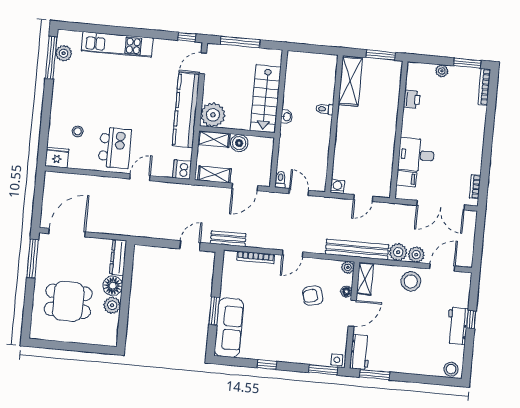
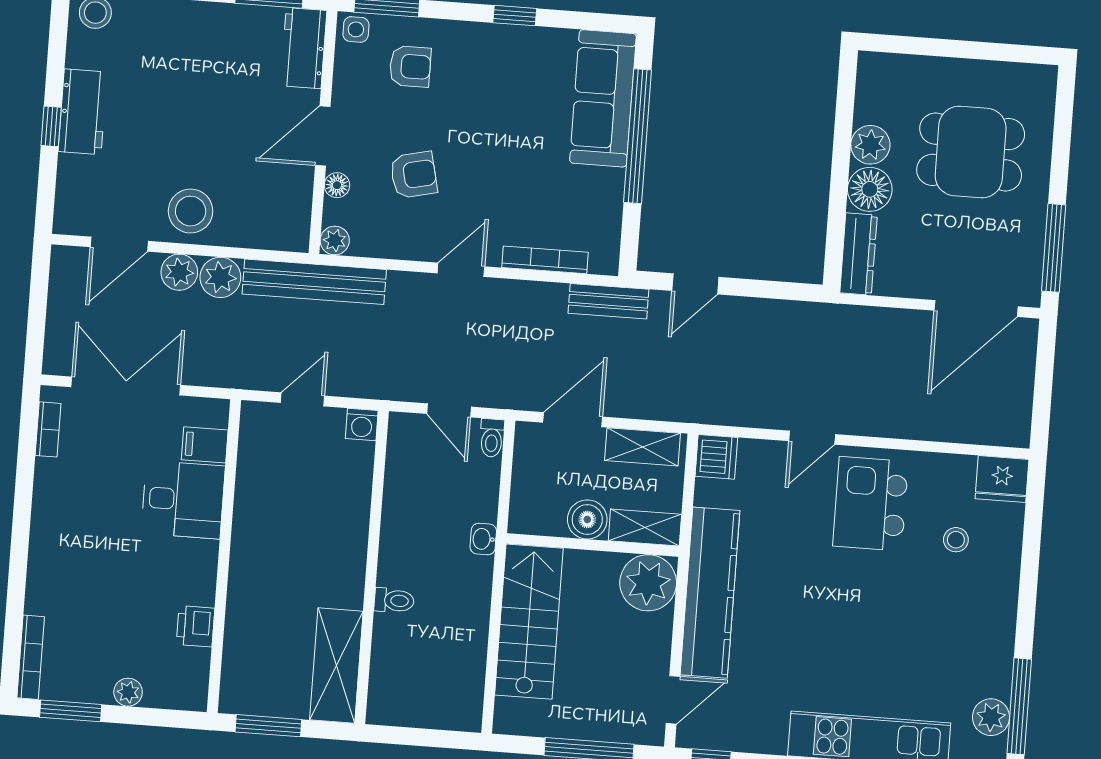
washbasin: (287, 117) -> (483, 539), moved
shelving: (365, 279) -> (295, 215), removed
window: (214, 311) -> (638, 136), width x2.11
armchair: (313, 343) -> (410, 66), added

